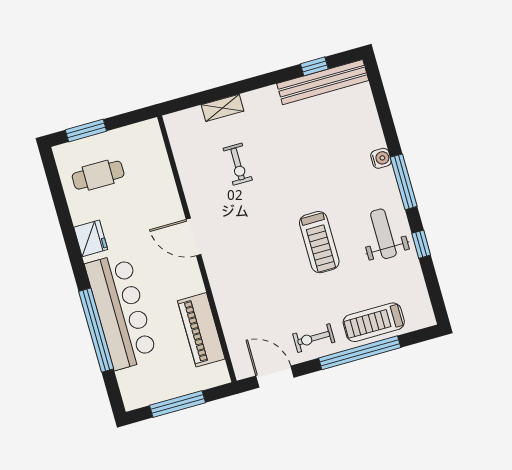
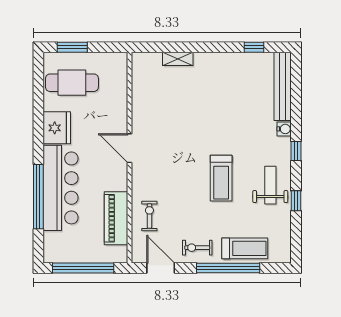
bench: (323, 82) -> (283, 86), moved, turned 90
exercise bike: (238, 164) -> (149, 216), moved, turned 180
cafe table: (98, 175) -> (72, 83), width x1.37, depth x1.35
window: (404, 182) -> (296, 151), width x0.46
fridge: (91, 238) -> (57, 128), width x1.36, depth x1.34
treadmill: (374, 322) -> (245, 248), turned 180
window: (178, 404) -> (83, 268), width x1.46

